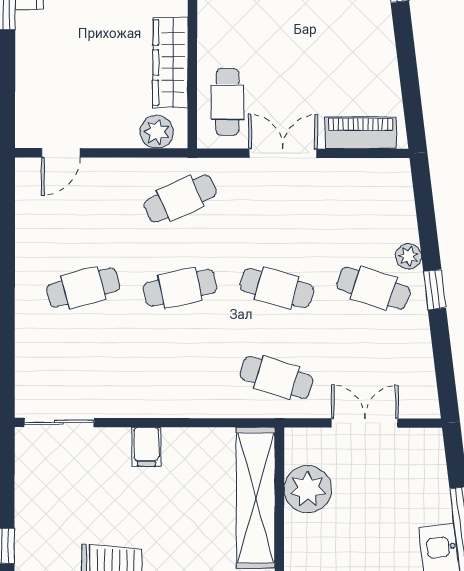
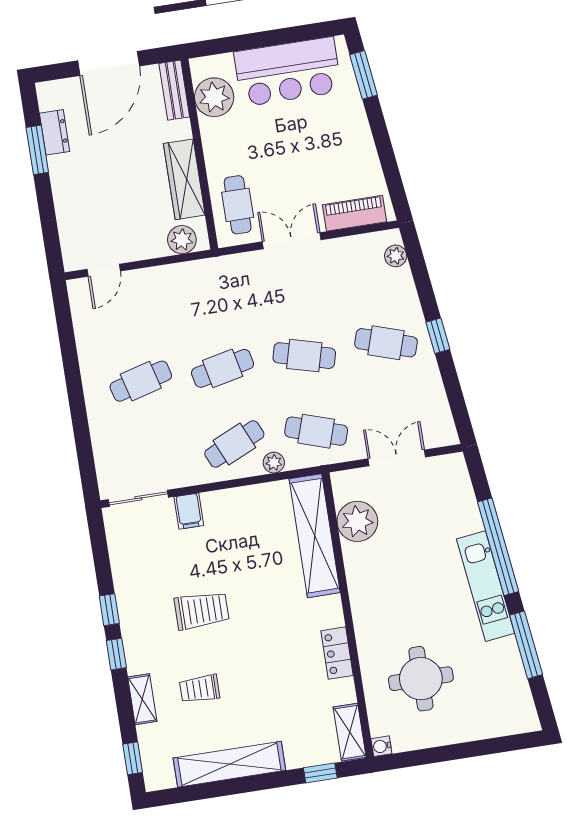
cafe table: (180, 198) -> (234, 444), moved
plant: (409, 256) -> (396, 256), moved
plant: (222, 406) -> (274, 463), added
filing cabinet: (146, 447) -> (189, 511), moved

